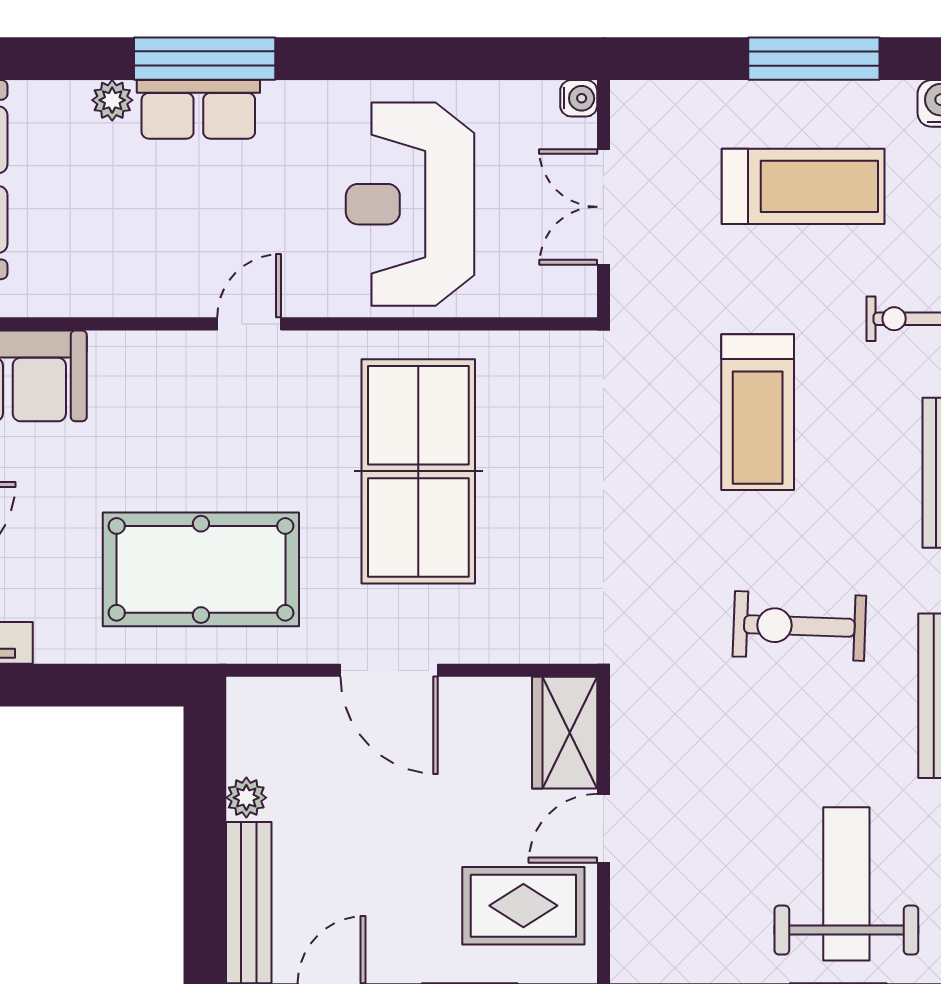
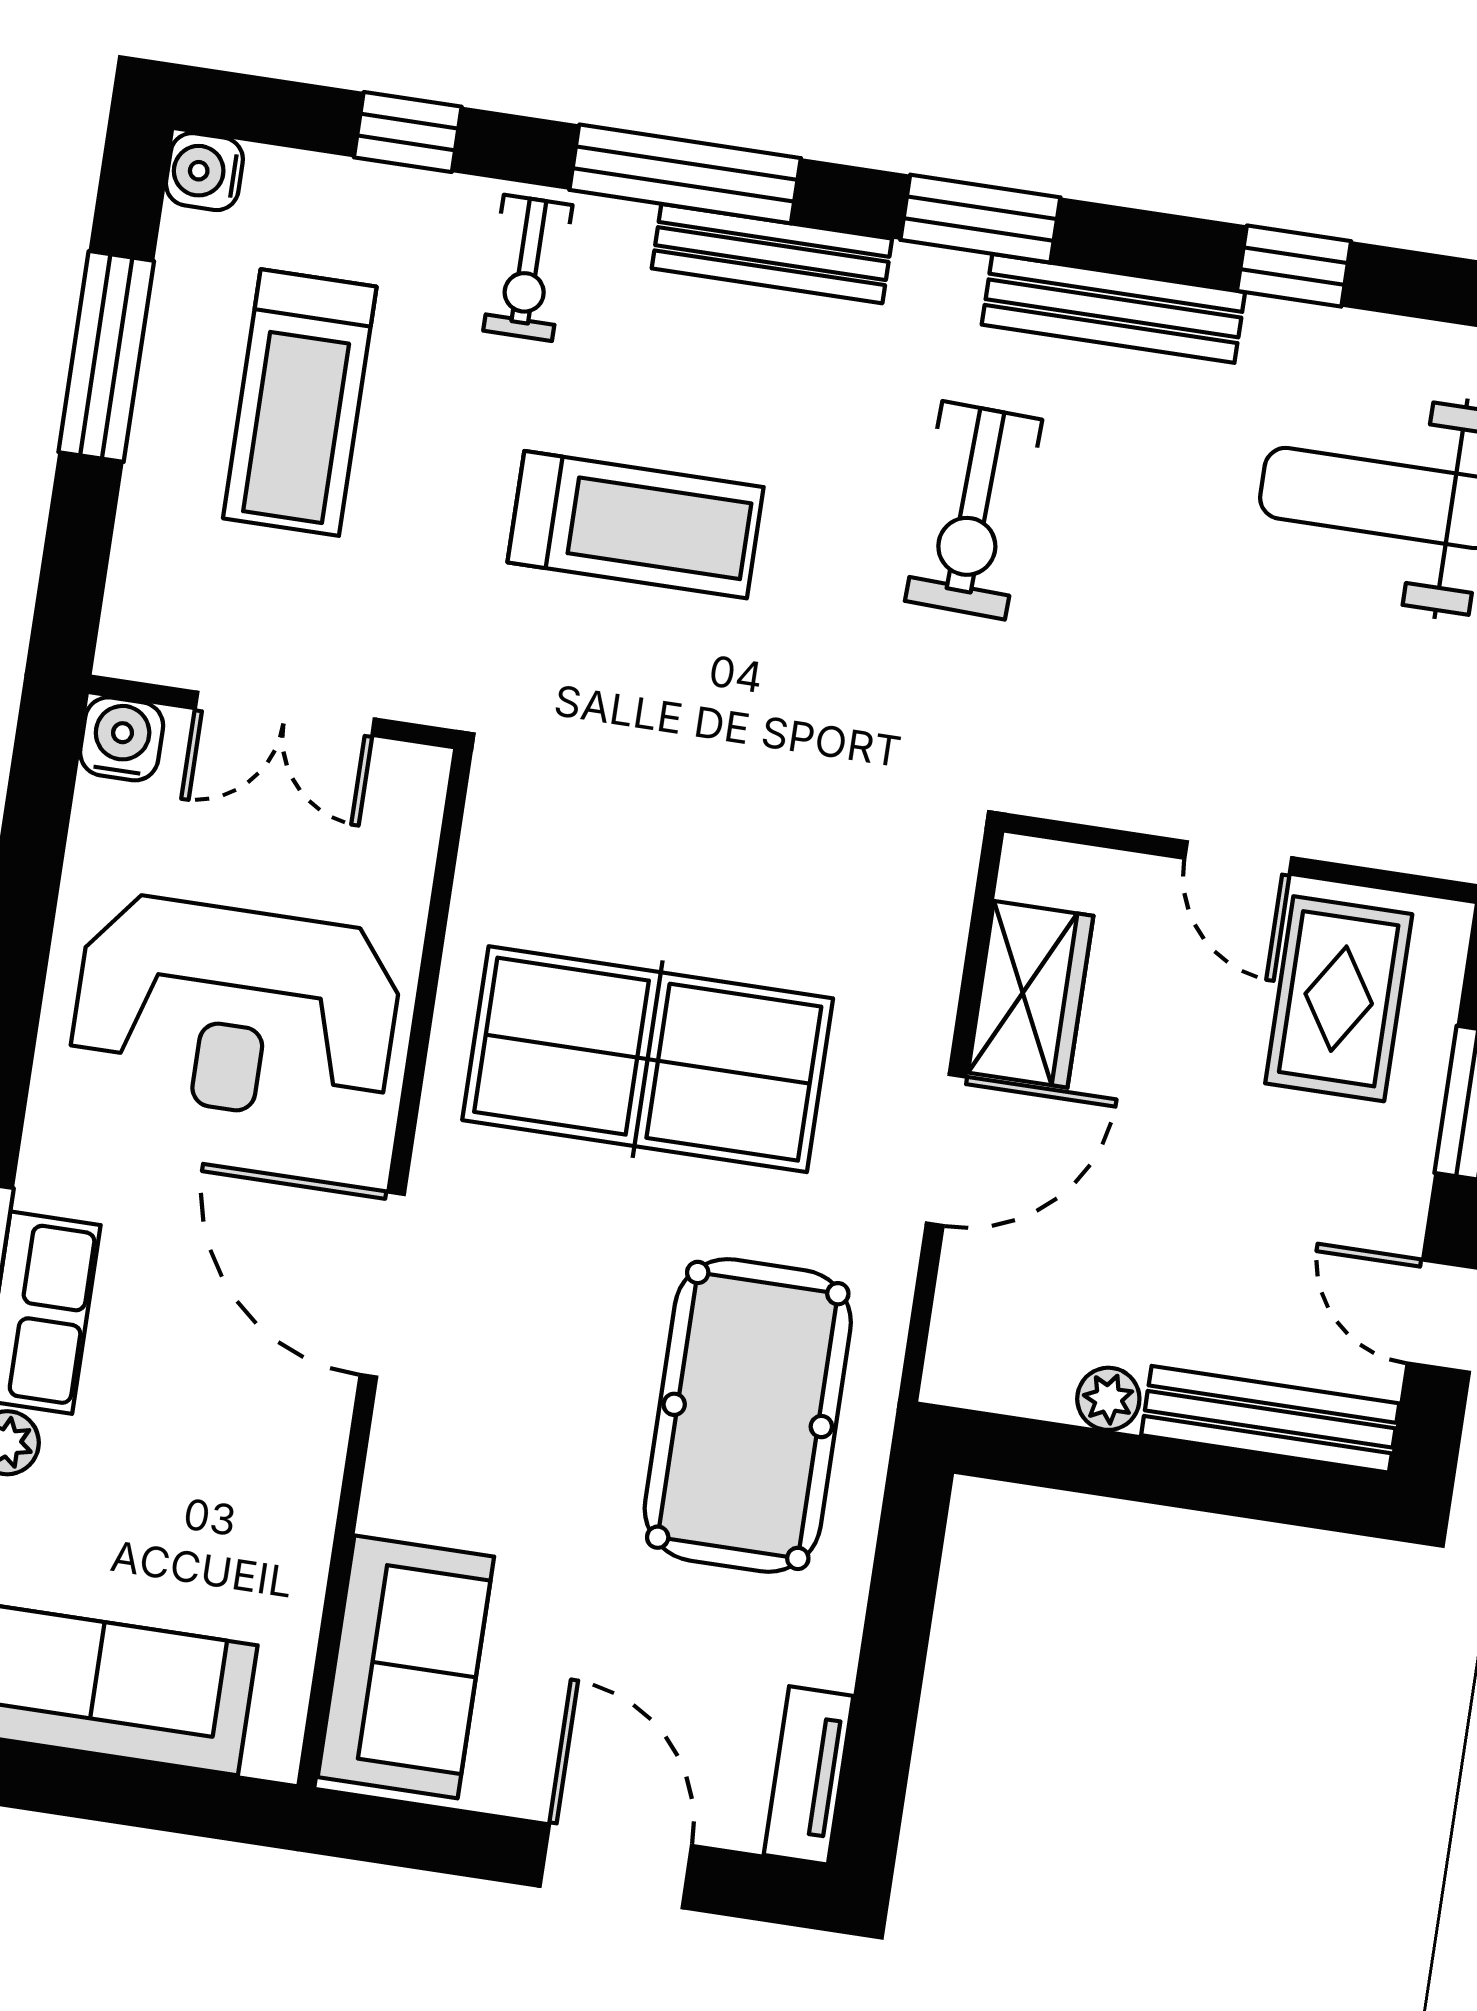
water cooler: (579, 98) -> (122, 739), width x1.38, depth x1.38
treadmill: (803, 186) -> (300, 403), turned 180
door: (249, 324) -> (382, 1285), width x1.88
wardrobe: (565, 733) -> (1031, 994), moved, turned -90

